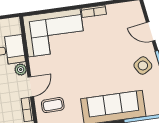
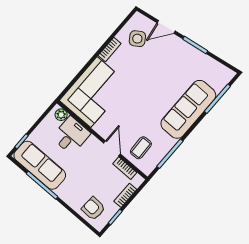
side table: (143, 66) -> (137, 39), moved
plant: (21, 70) -> (61, 115), moved

